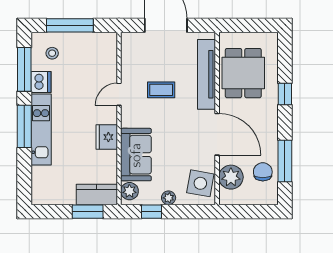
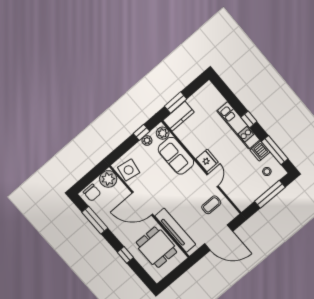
coffee table: (161, 90) -> (211, 205), moved
window: (24, 126) -> (249, 119), width x0.46
fridge: (107, 137) -> (207, 160), moved
chair: (263, 172) -> (92, 193), moved
plant: (231, 177) -> (108, 179), moved
plant: (169, 198) -> (147, 140), moved

